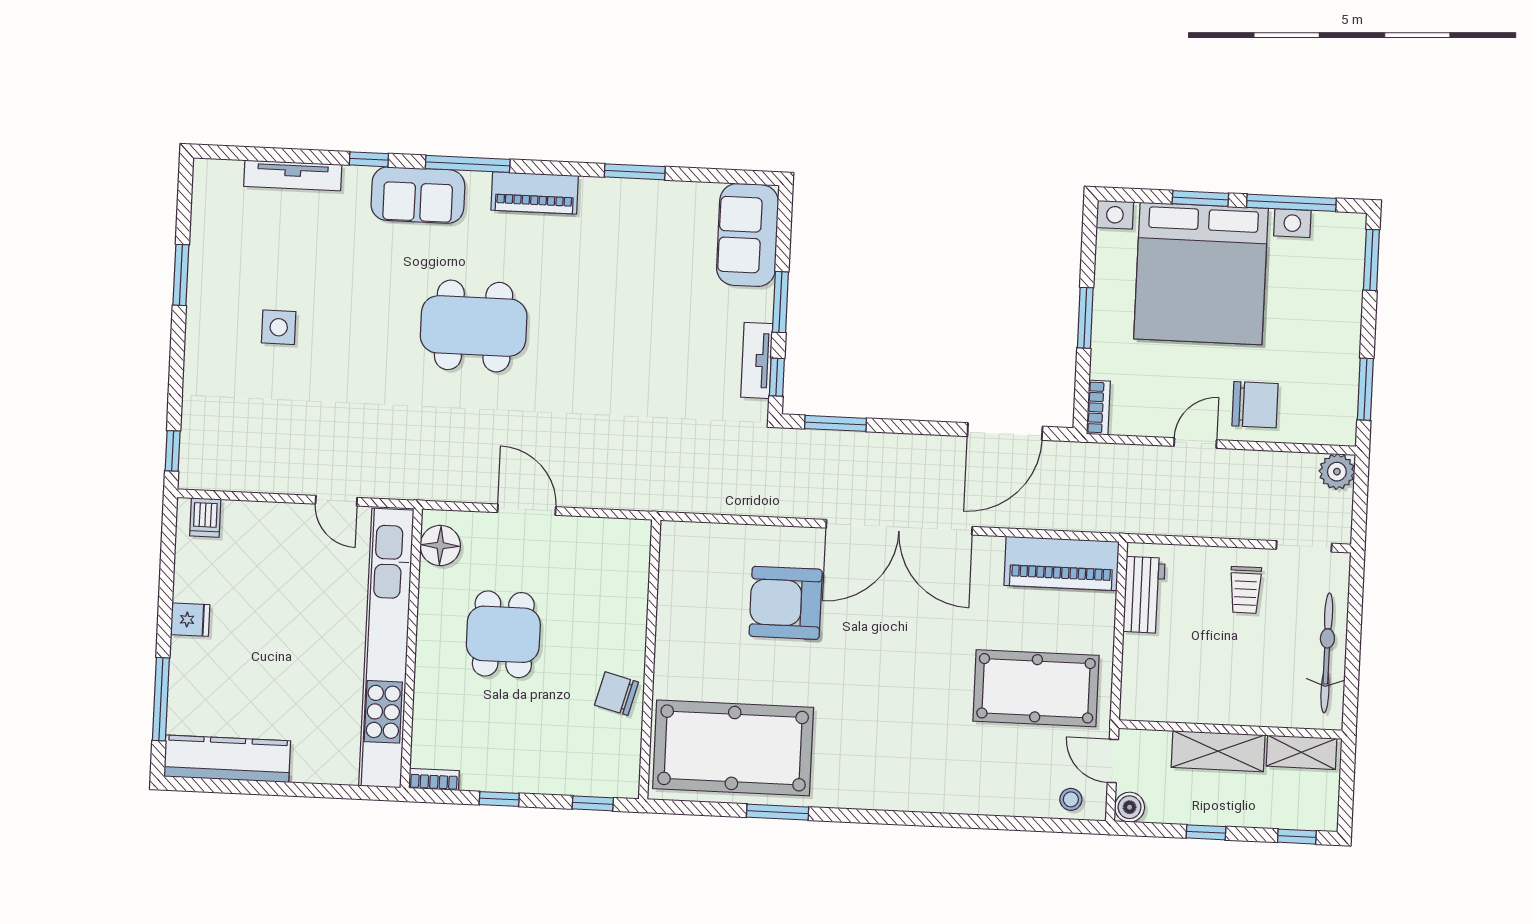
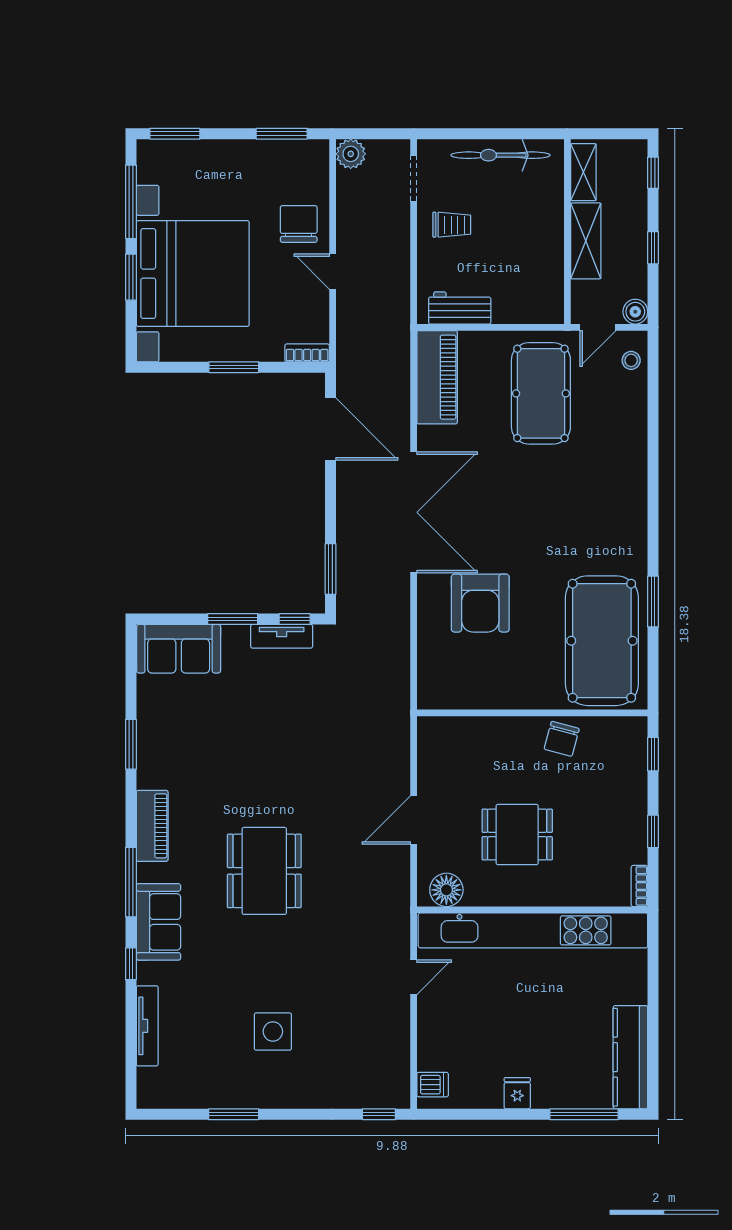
side table: (279, 327) -> (273, 1032), width x1.37, depth x1.37

